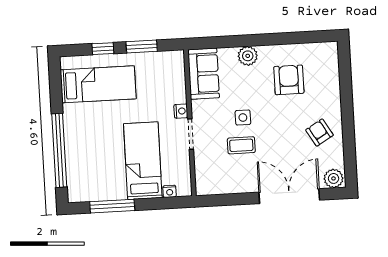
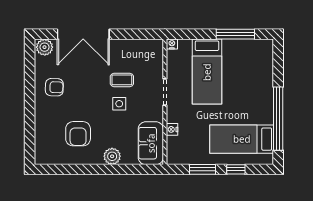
nightstand: (181, 111) -> (172, 129), moved
armchair: (319, 133) -> (54, 87), turned -57
window: (59, 150) -> (278, 119), moved
nightstand: (170, 191) -> (172, 44), moved

